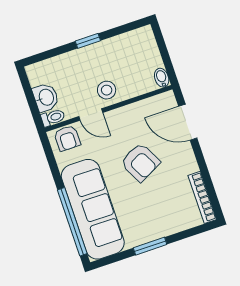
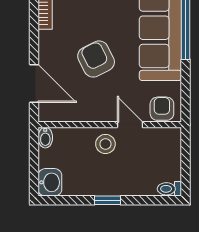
washbasin: (46, 97) -> (50, 182), moved, turned 180
toilet: (53, 118) -> (169, 189), moved

